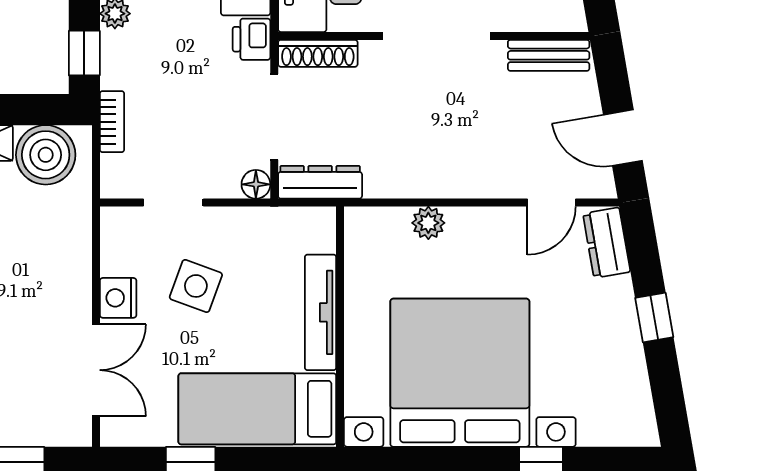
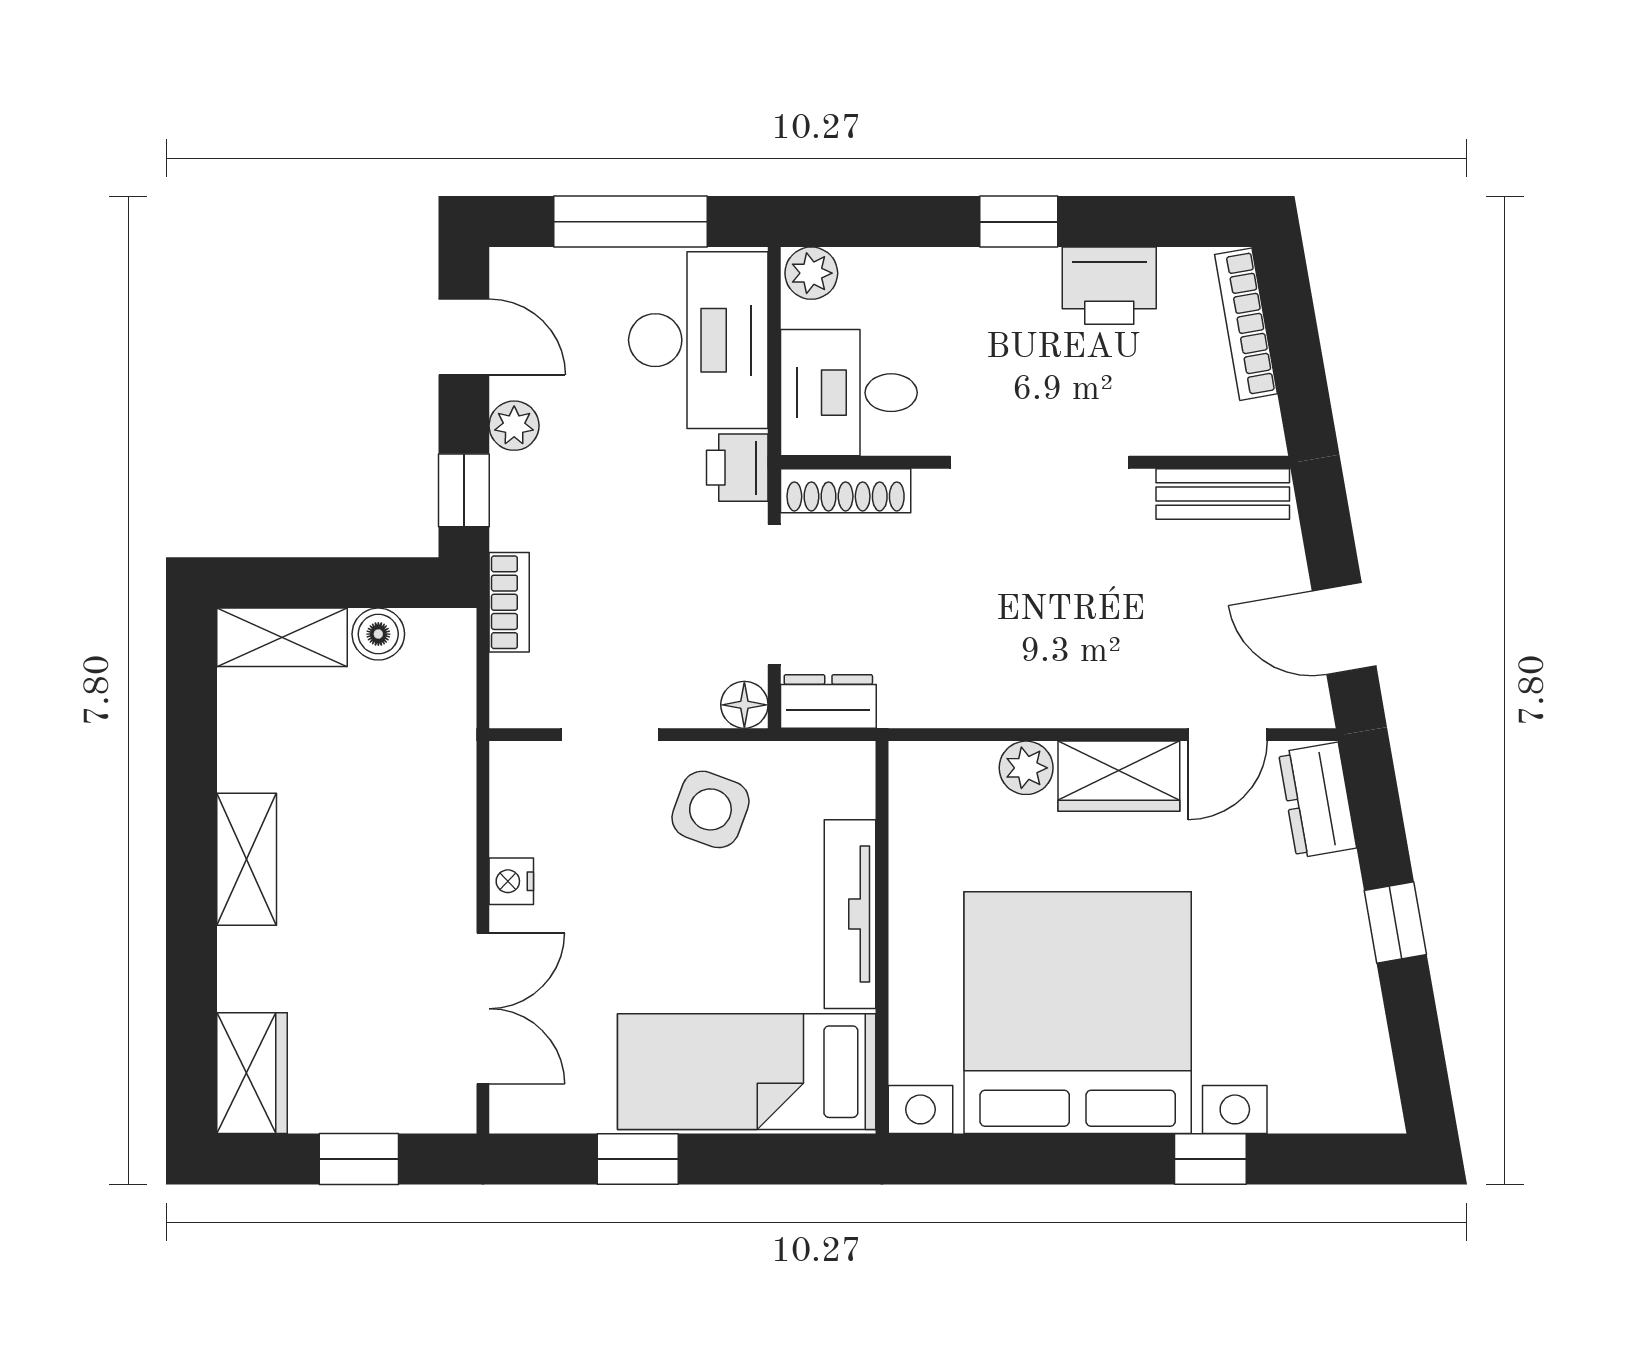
boiler: (46, 155) -> (378, 634), width x0.54, depth x0.54
dresser: (320, 182) -> (828, 701), width x0.70
wardrobe: (485, 228) -> (1119, 776), added
side table: (196, 286) -> (710, 809), moved
nightstand: (118, 298) -> (511, 881), width x0.72, depth x0.74

